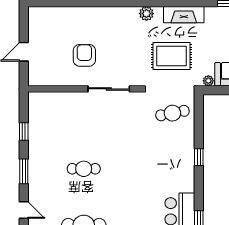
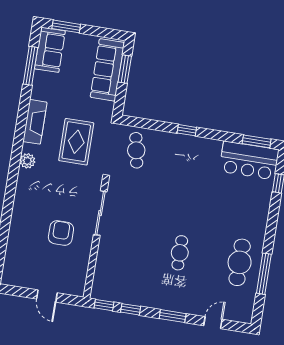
armchair: (84, 55) -> (61, 233), turned 90
plant: (208, 81) -> (108, 107), removed
window: (24, 106) -> (104, 305), added

